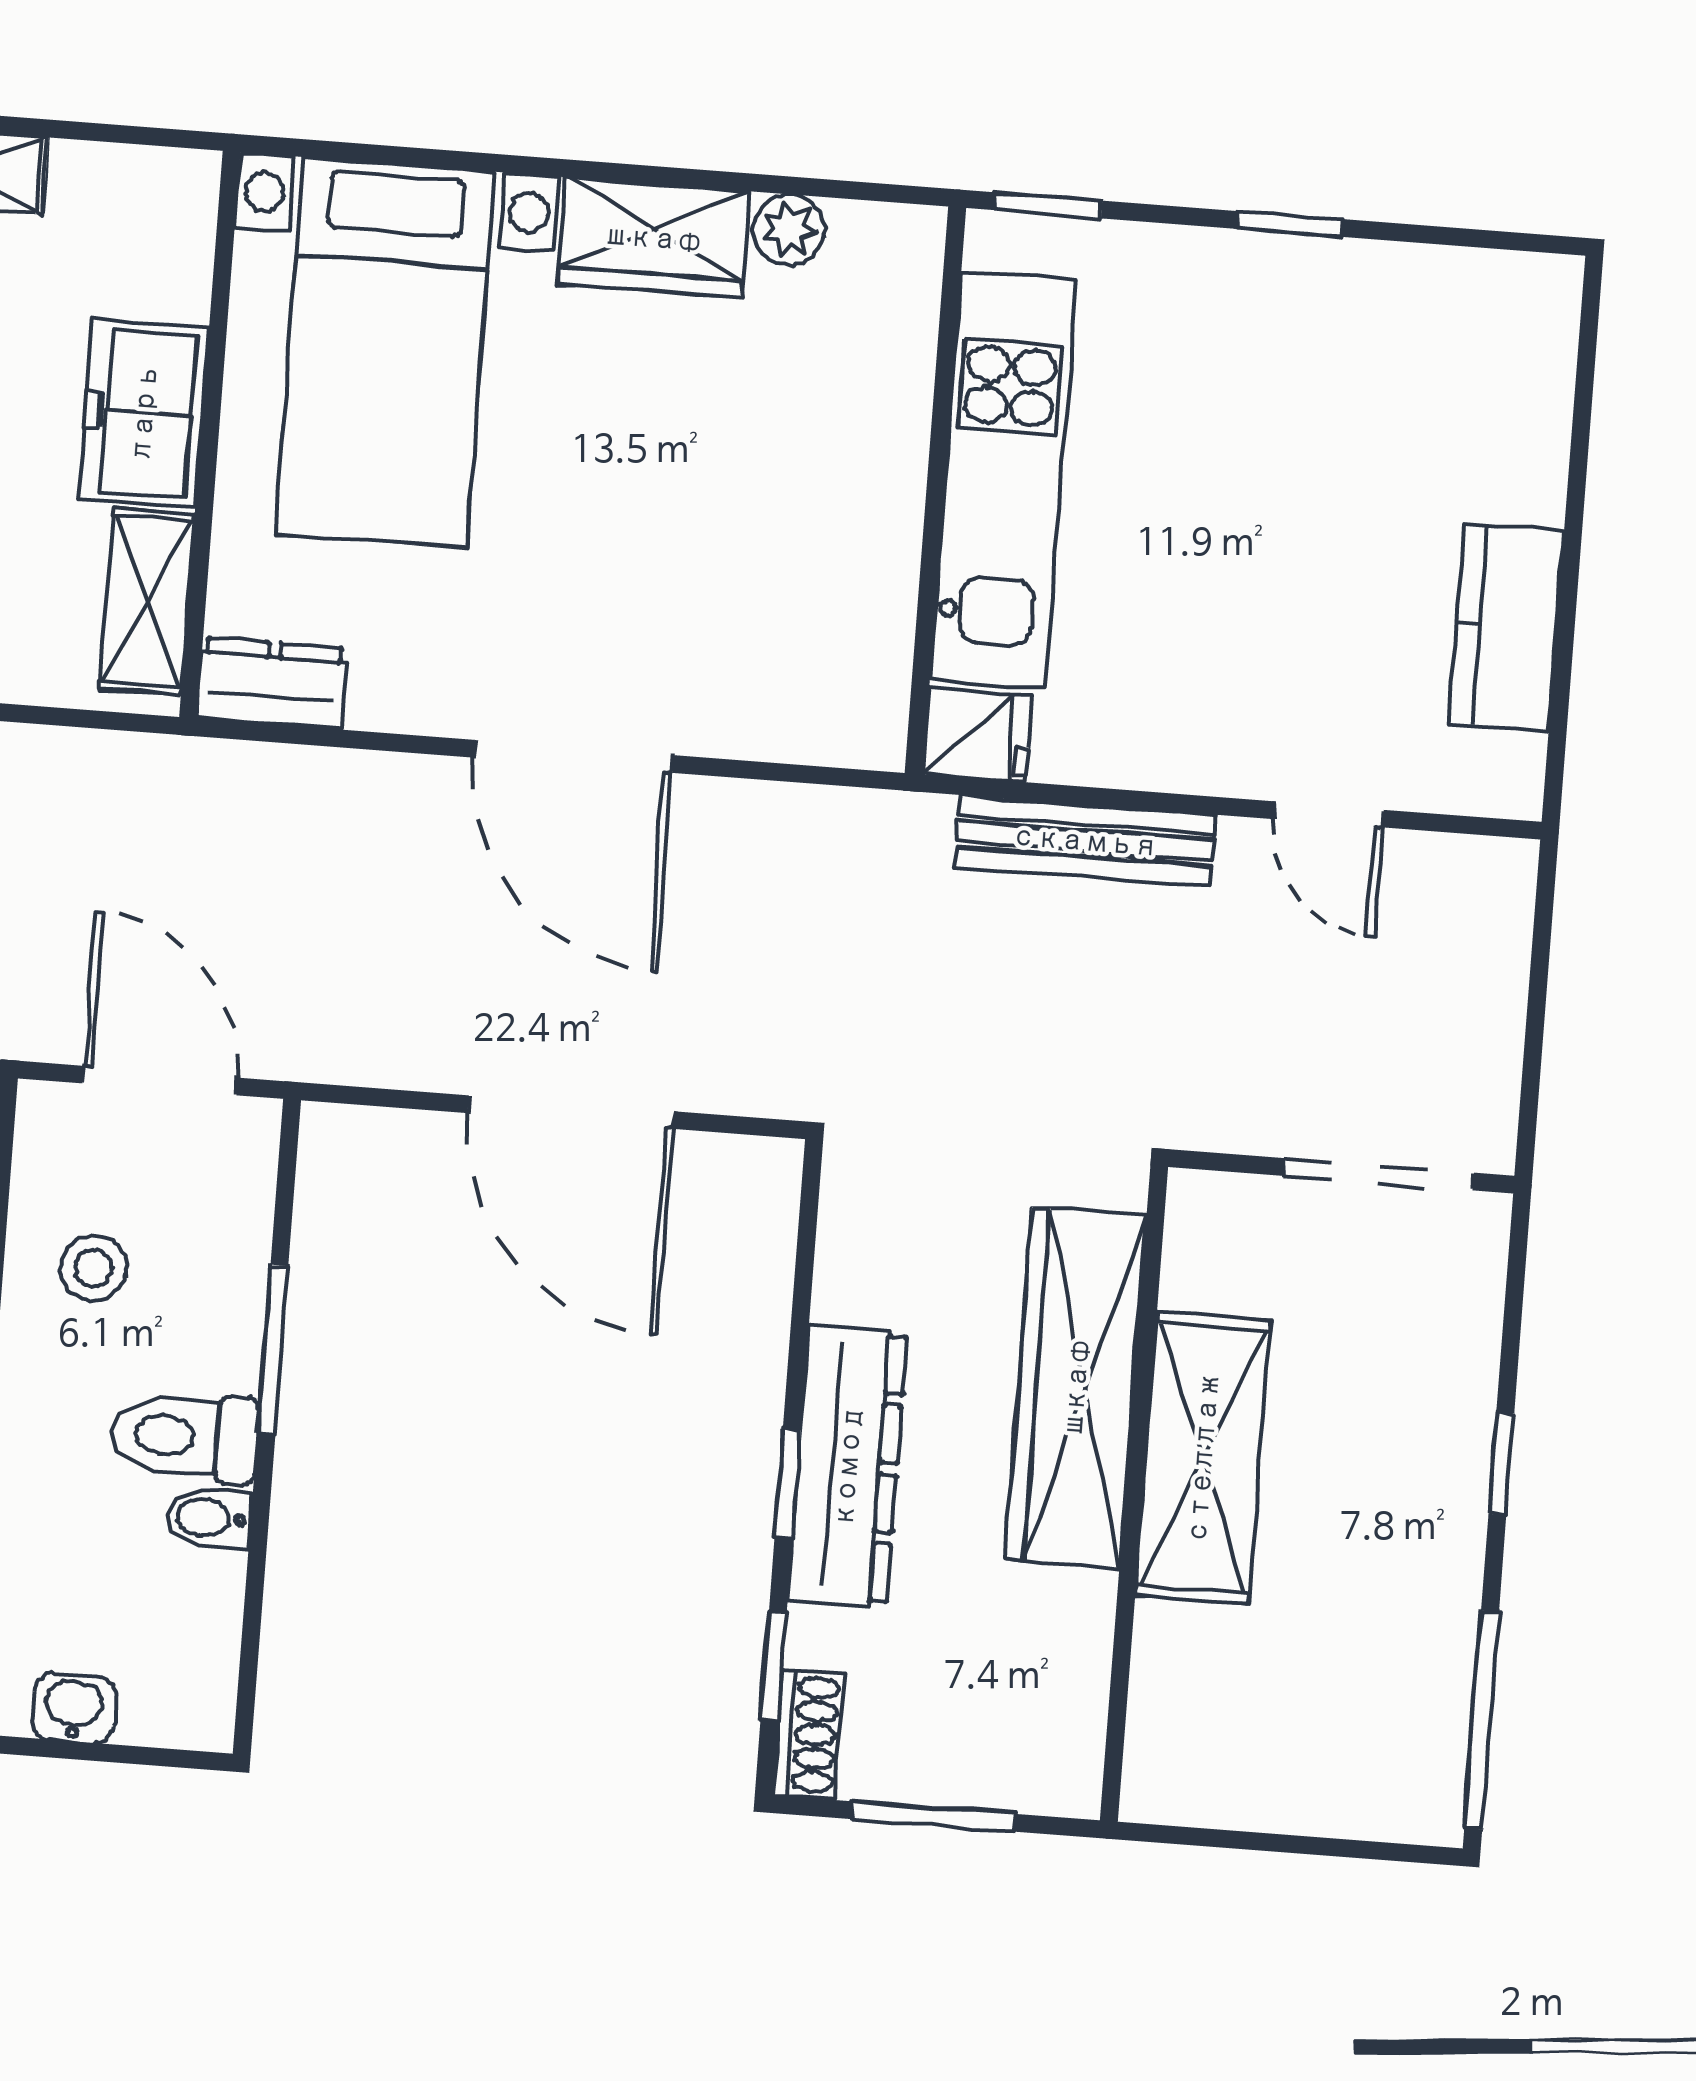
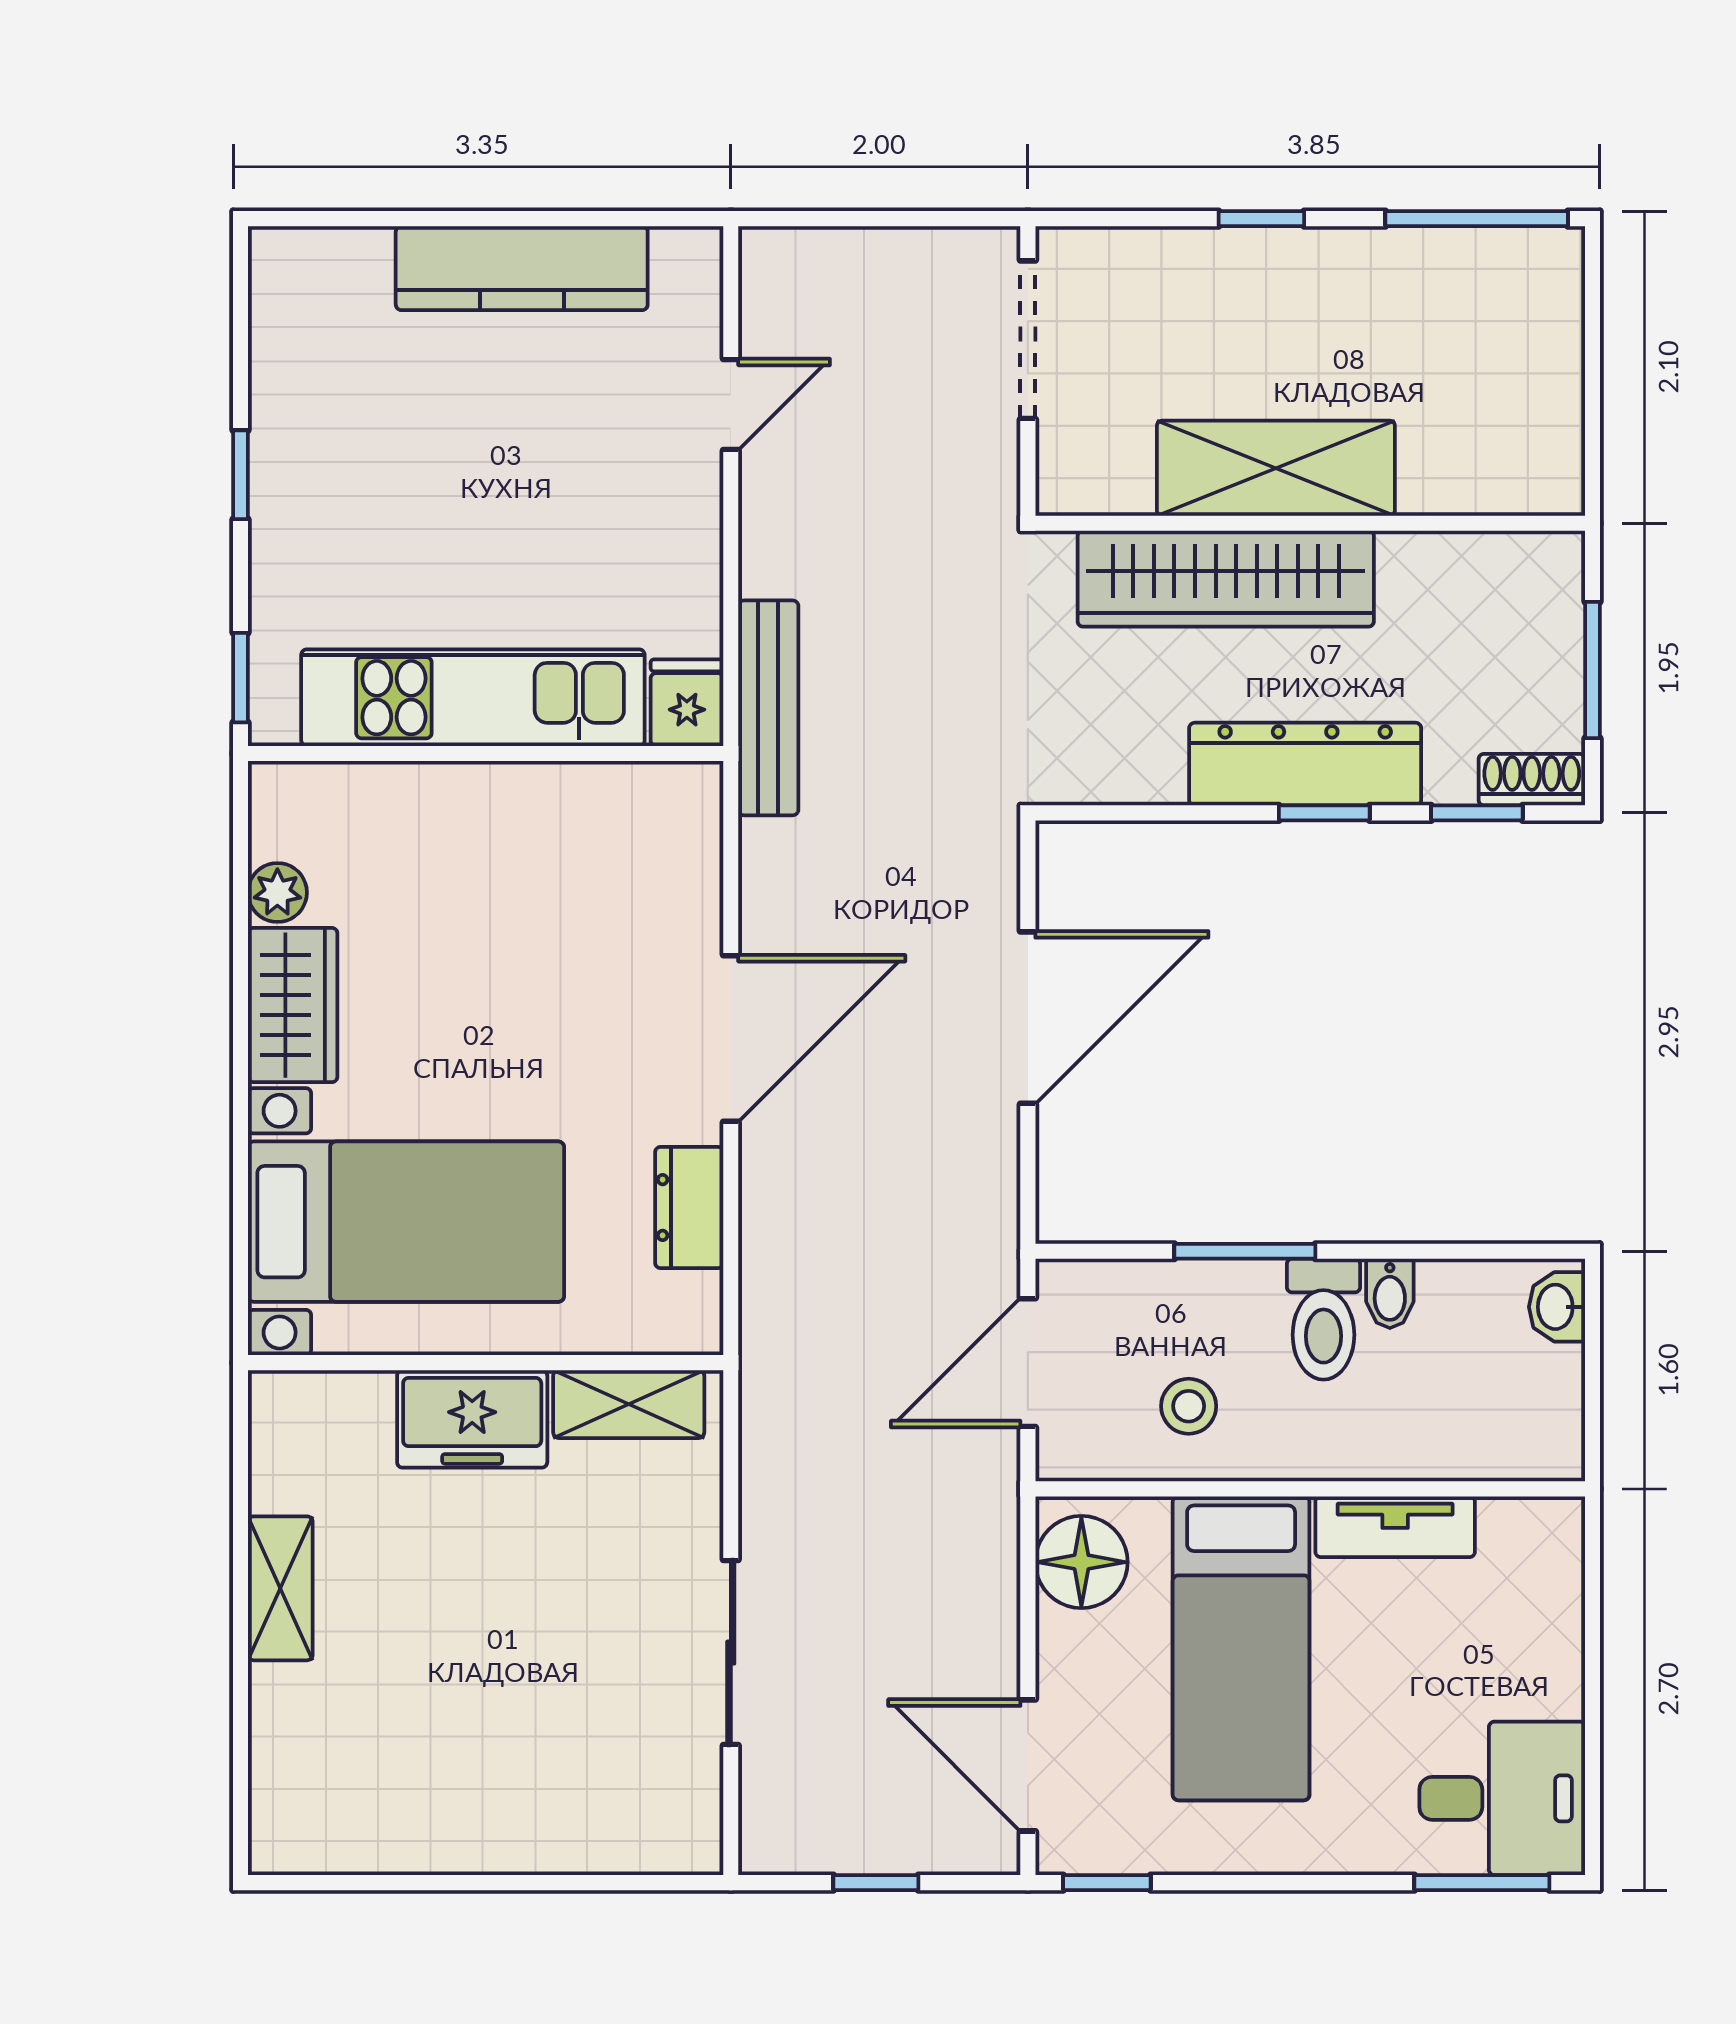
kitchen counter: (1506, 628) -> (522, 268), width x1.50
dresser: (272, 683) -> (689, 1208), moved
bench: (1085, 841) -> (768, 708), moved
washbasin: (74, 1708) -> (1557, 1307), moved

